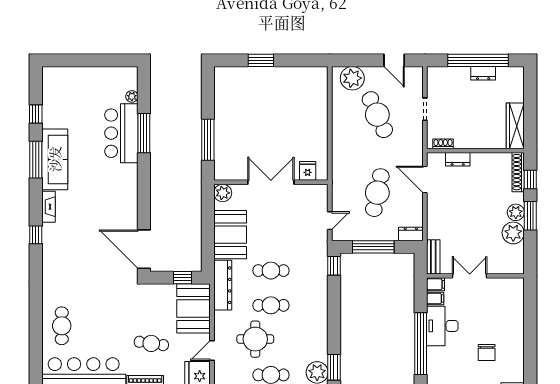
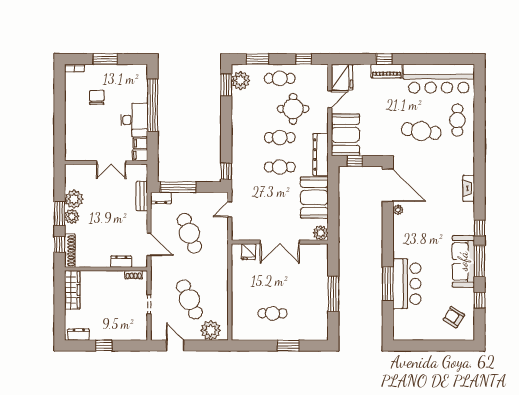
window: (478, 60) -> (104, 346), width x0.32
dresser: (483, 73) -> (79, 335), moved
armchair: (66, 94) -> (454, 317), added
plant: (132, 96) -> (398, 210), moved
cafe table: (279, 98) -> (273, 313), added
window: (208, 140) -> (333, 294), moved
cafe table: (377, 193) -> (189, 233), turned -33
fireplace: (48, 207) -> (469, 188), moved
window: (36, 235) -> (479, 228), moved
window: (373, 247) -> (178, 187), moved
bench: (433, 257) -> (142, 196), moved
cafe table: (151, 343) -> (421, 131), moved, width x1.37, depth x1.35

